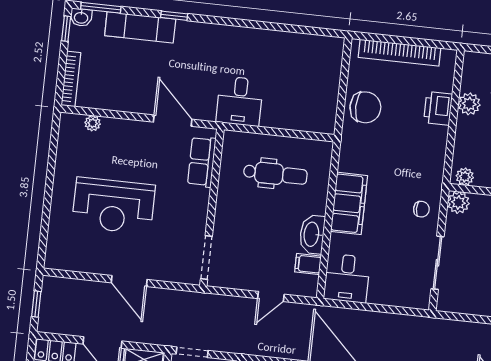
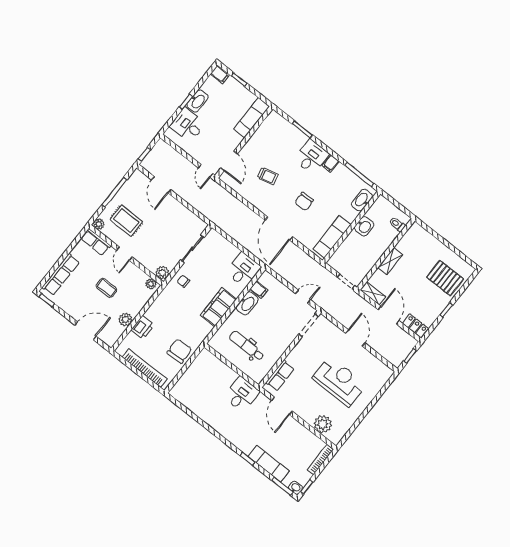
chair: (365, 107) -> (179, 351), turned 88
plant: (93, 123) -> (323, 424), width x1.88, depth x1.88
door: (271, 296) -> (303, 297), moved

